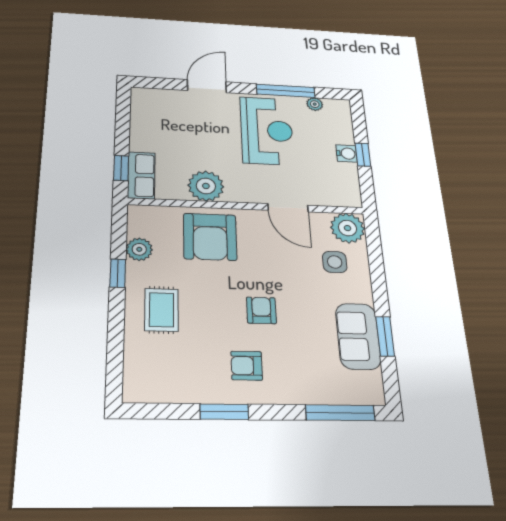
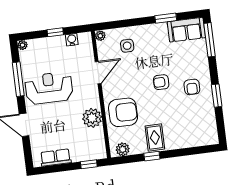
plant: (315, 104) -> (23, 45), moved
water cooler: (347, 154) -> (72, 40), moved
row of seats: (141, 175) -> (56, 158), moved
plant: (347, 228) -> (100, 36), width x0.53, depth x0.53
plant: (139, 249) -> (123, 149), moved
rug: (161, 310) -> (155, 137), moved, turned 90
sofa: (358, 336) -> (186, 30), moved

